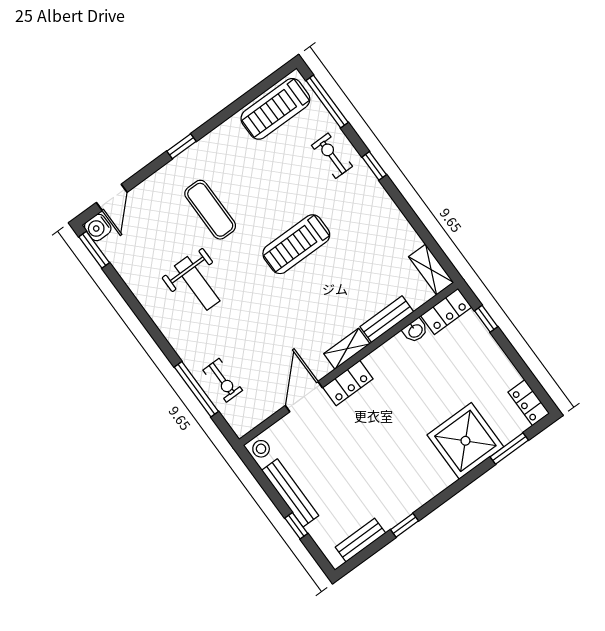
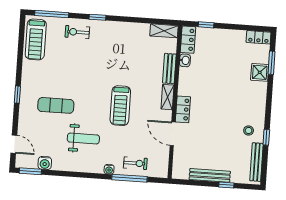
water cooler: (98, 227) -> (45, 163), moved
treadmill: (296, 244) -> (120, 106), moved
water cooler: (185, 352) -> (109, 169), added
shower: (465, 441) -> (260, 72), width x0.54, depth x0.54
stool: (261, 449) -> (249, 130), moved
bench: (360, 540) -> (257, 162), width x1.36

